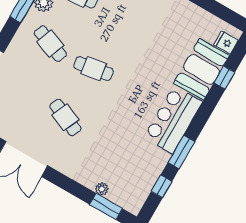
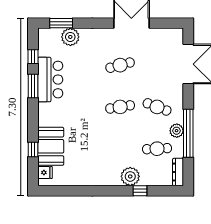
cafe table: (65, 117) -> (120, 65), turned -39
bar counter: (173, 119) -> (50, 80), moved
plant: (102, 189) -> (70, 37), width x1.88, depth x1.88

